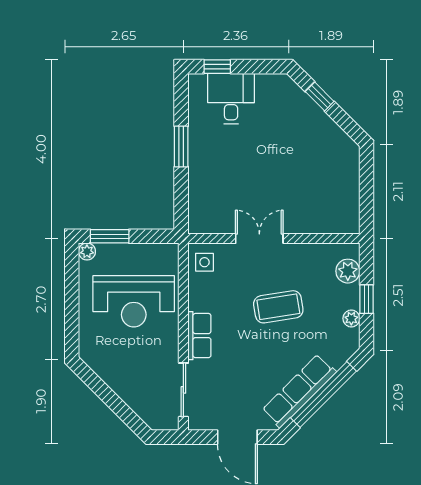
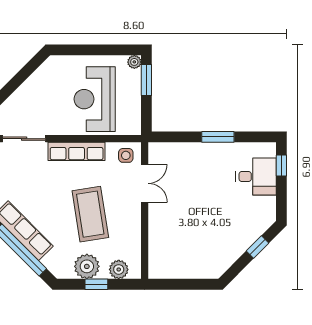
double door: (259, 238) -> (145, 183), moved
coffee table: (278, 307) -> (90, 214), width x1.36, depth x1.32
plant: (351, 318) -> (87, 266), width x1.87, depth x1.87
row of seats: (199, 336) -> (77, 151), width x1.48

